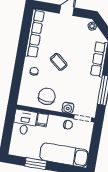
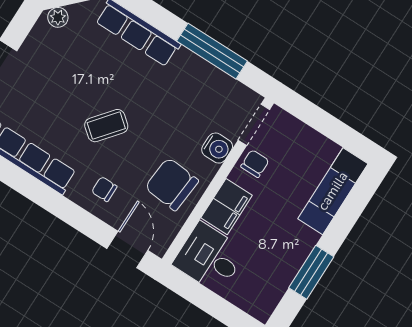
door: (15, 90) -> (127, 250), added
filing cabinet: (42, 120) -> (227, 207), width x2.00
exam couch: (64, 155) -> (333, 191), width x0.73, depth x0.69

